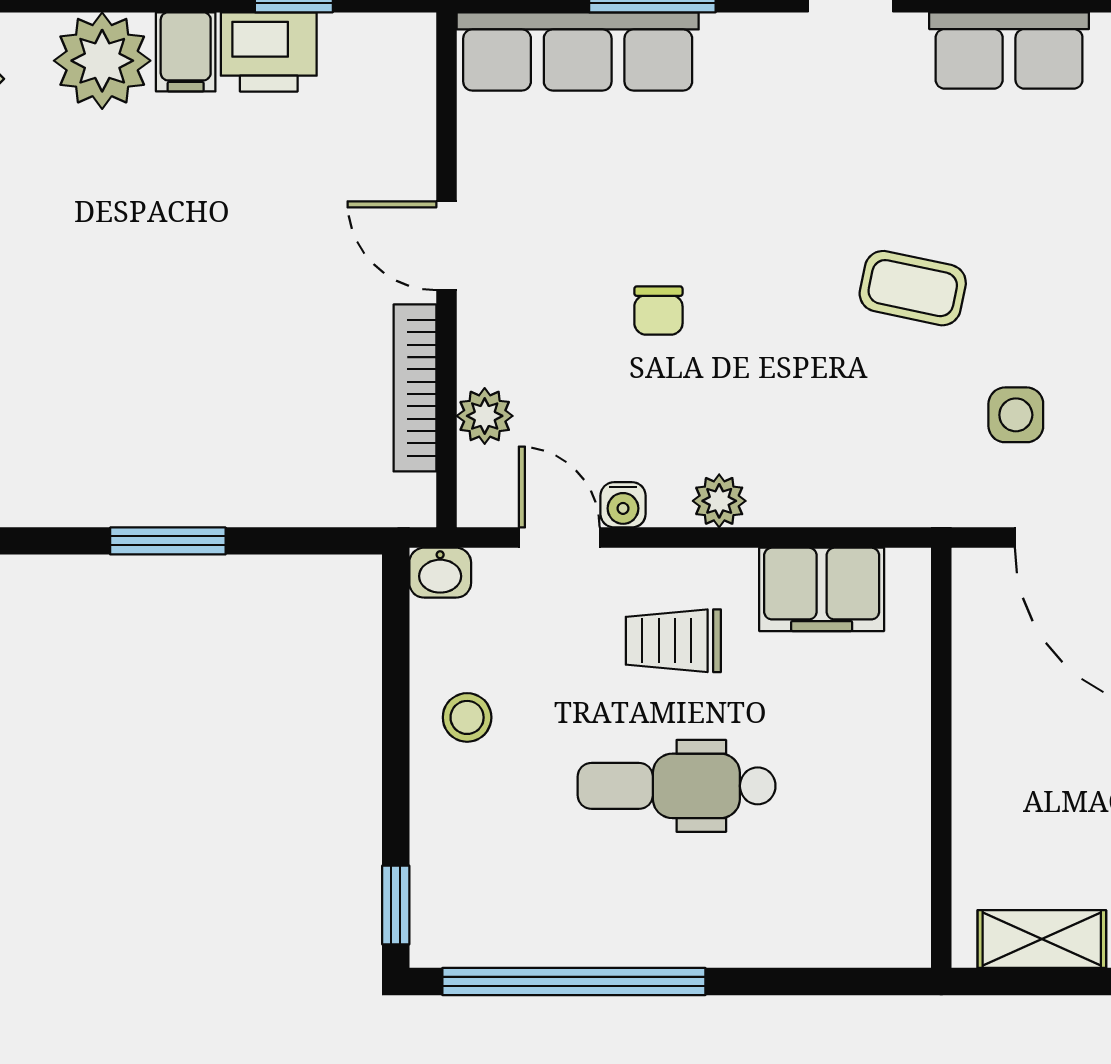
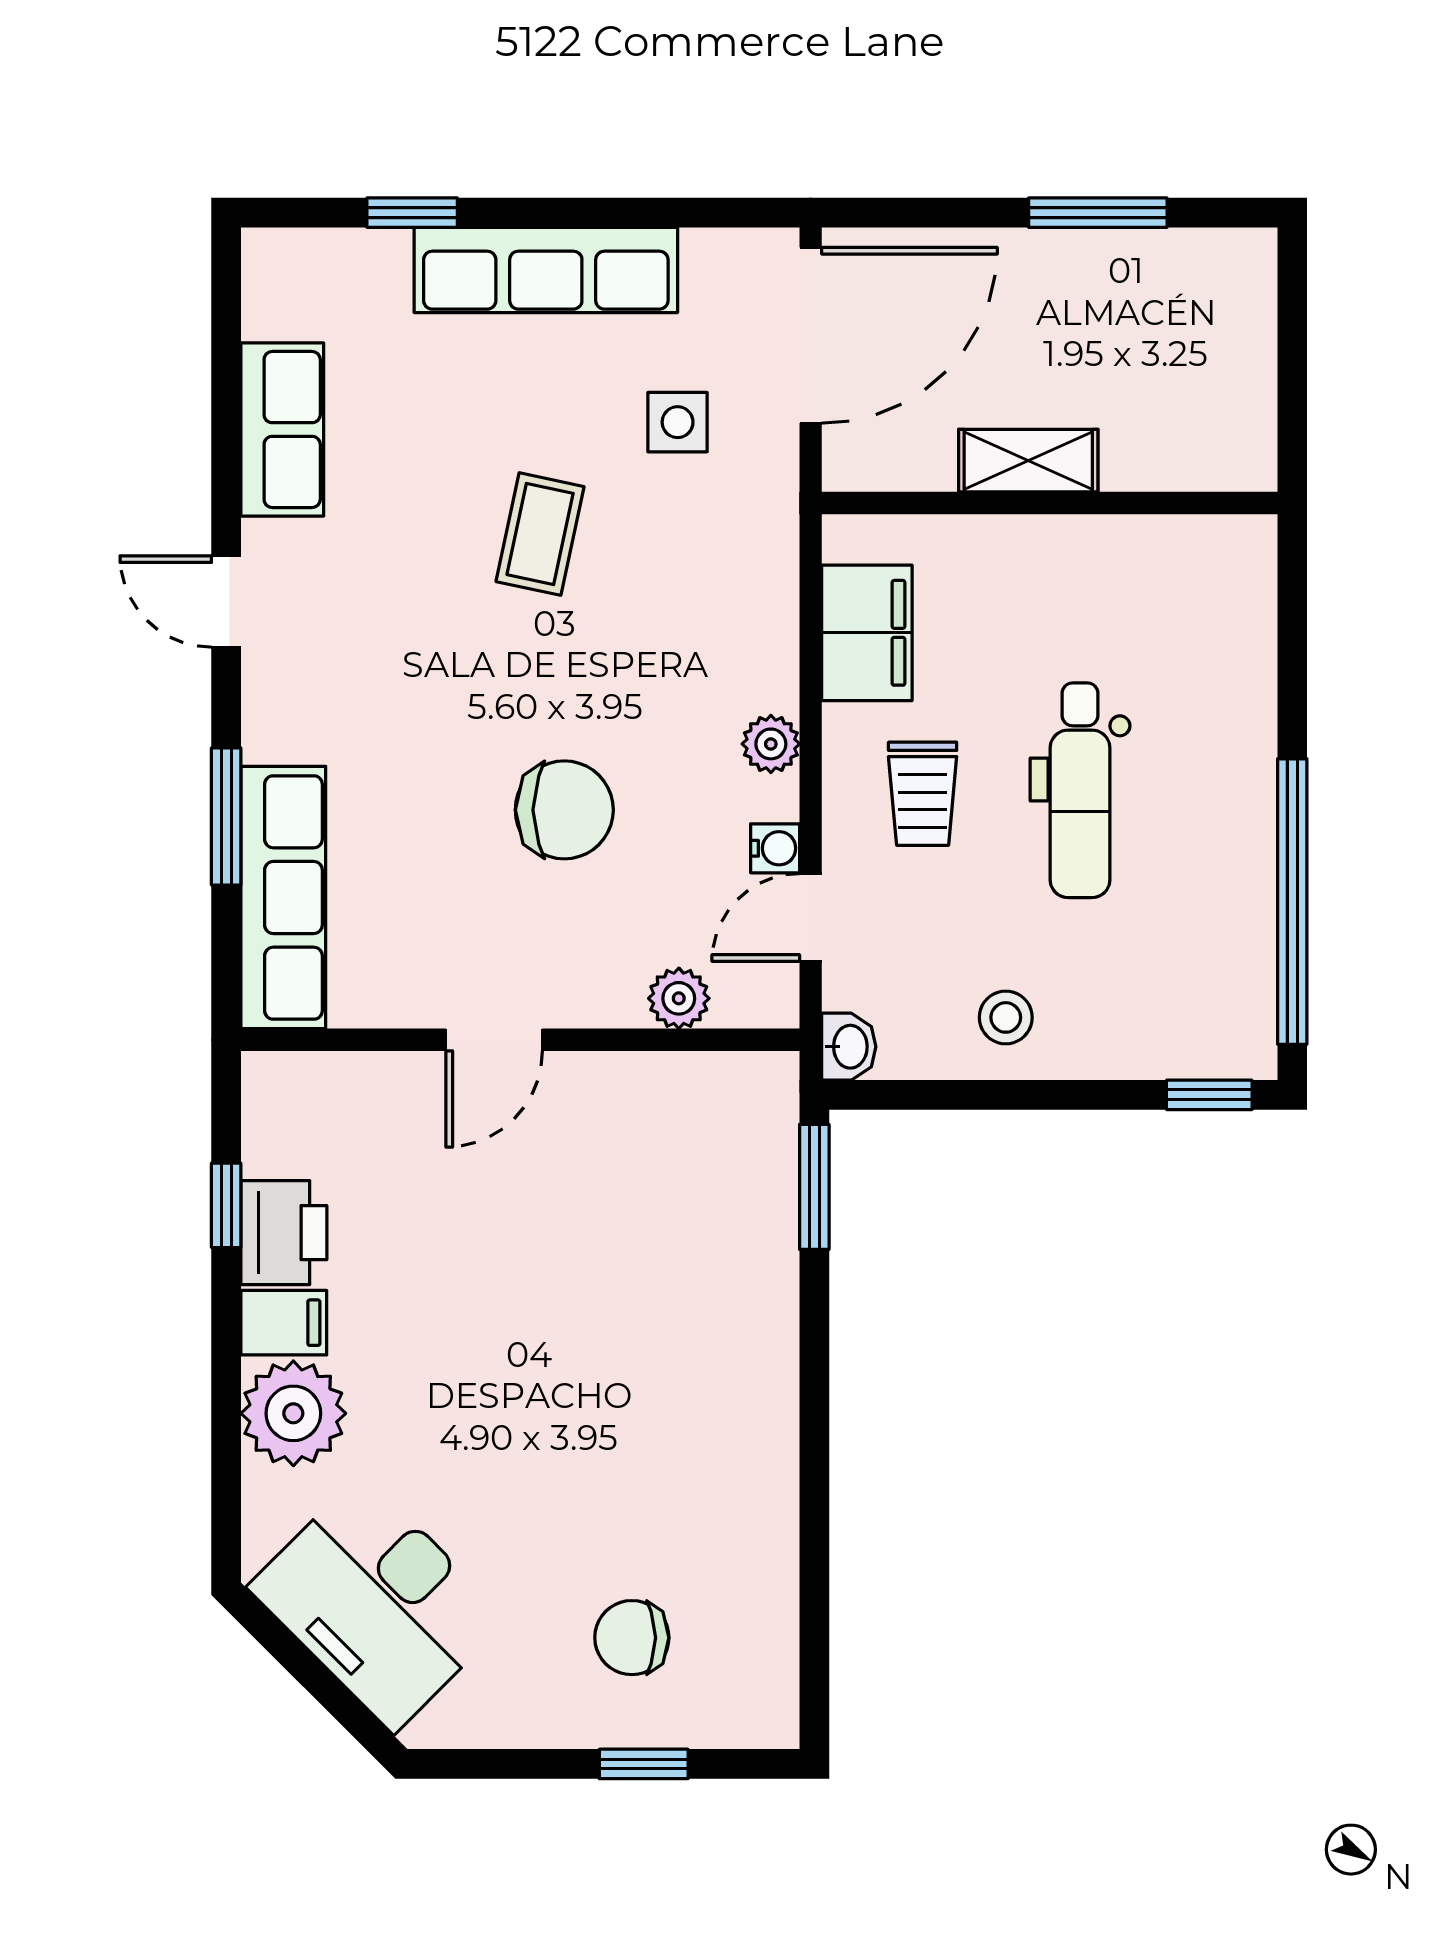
chair: (658, 310) -> (564, 810), width x1.87, depth x1.87
bookcase: (415, 388) -> (648, 1074), removed
window: (168, 541) -> (814, 1187), moved
shelving: (1042, 939) -> (1028, 461), moved, turned 90

